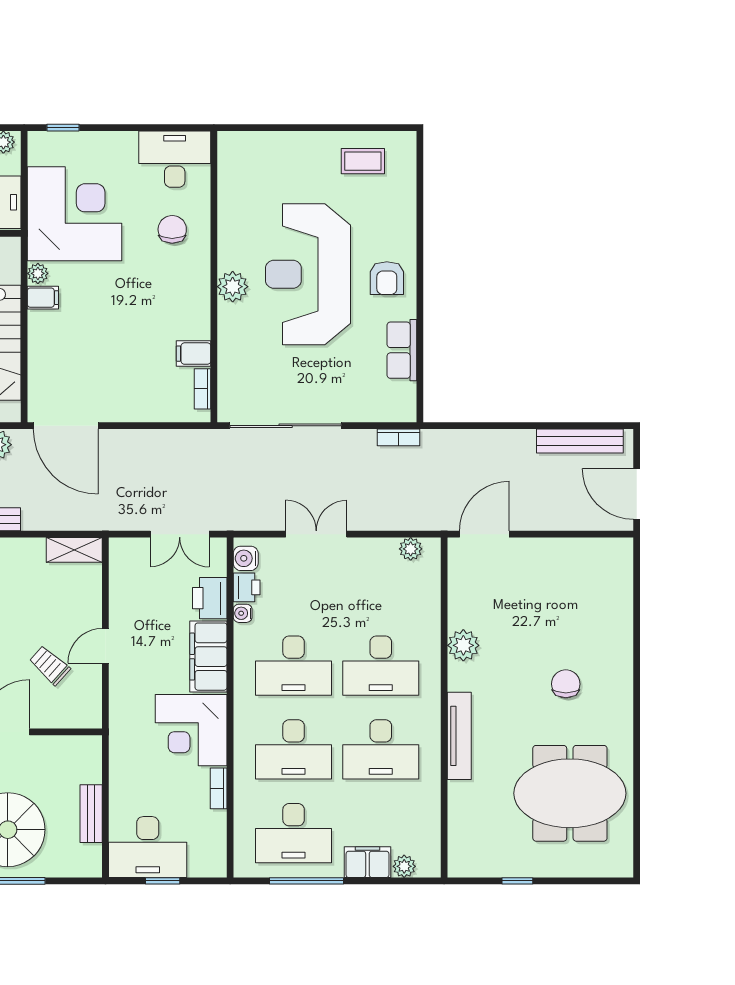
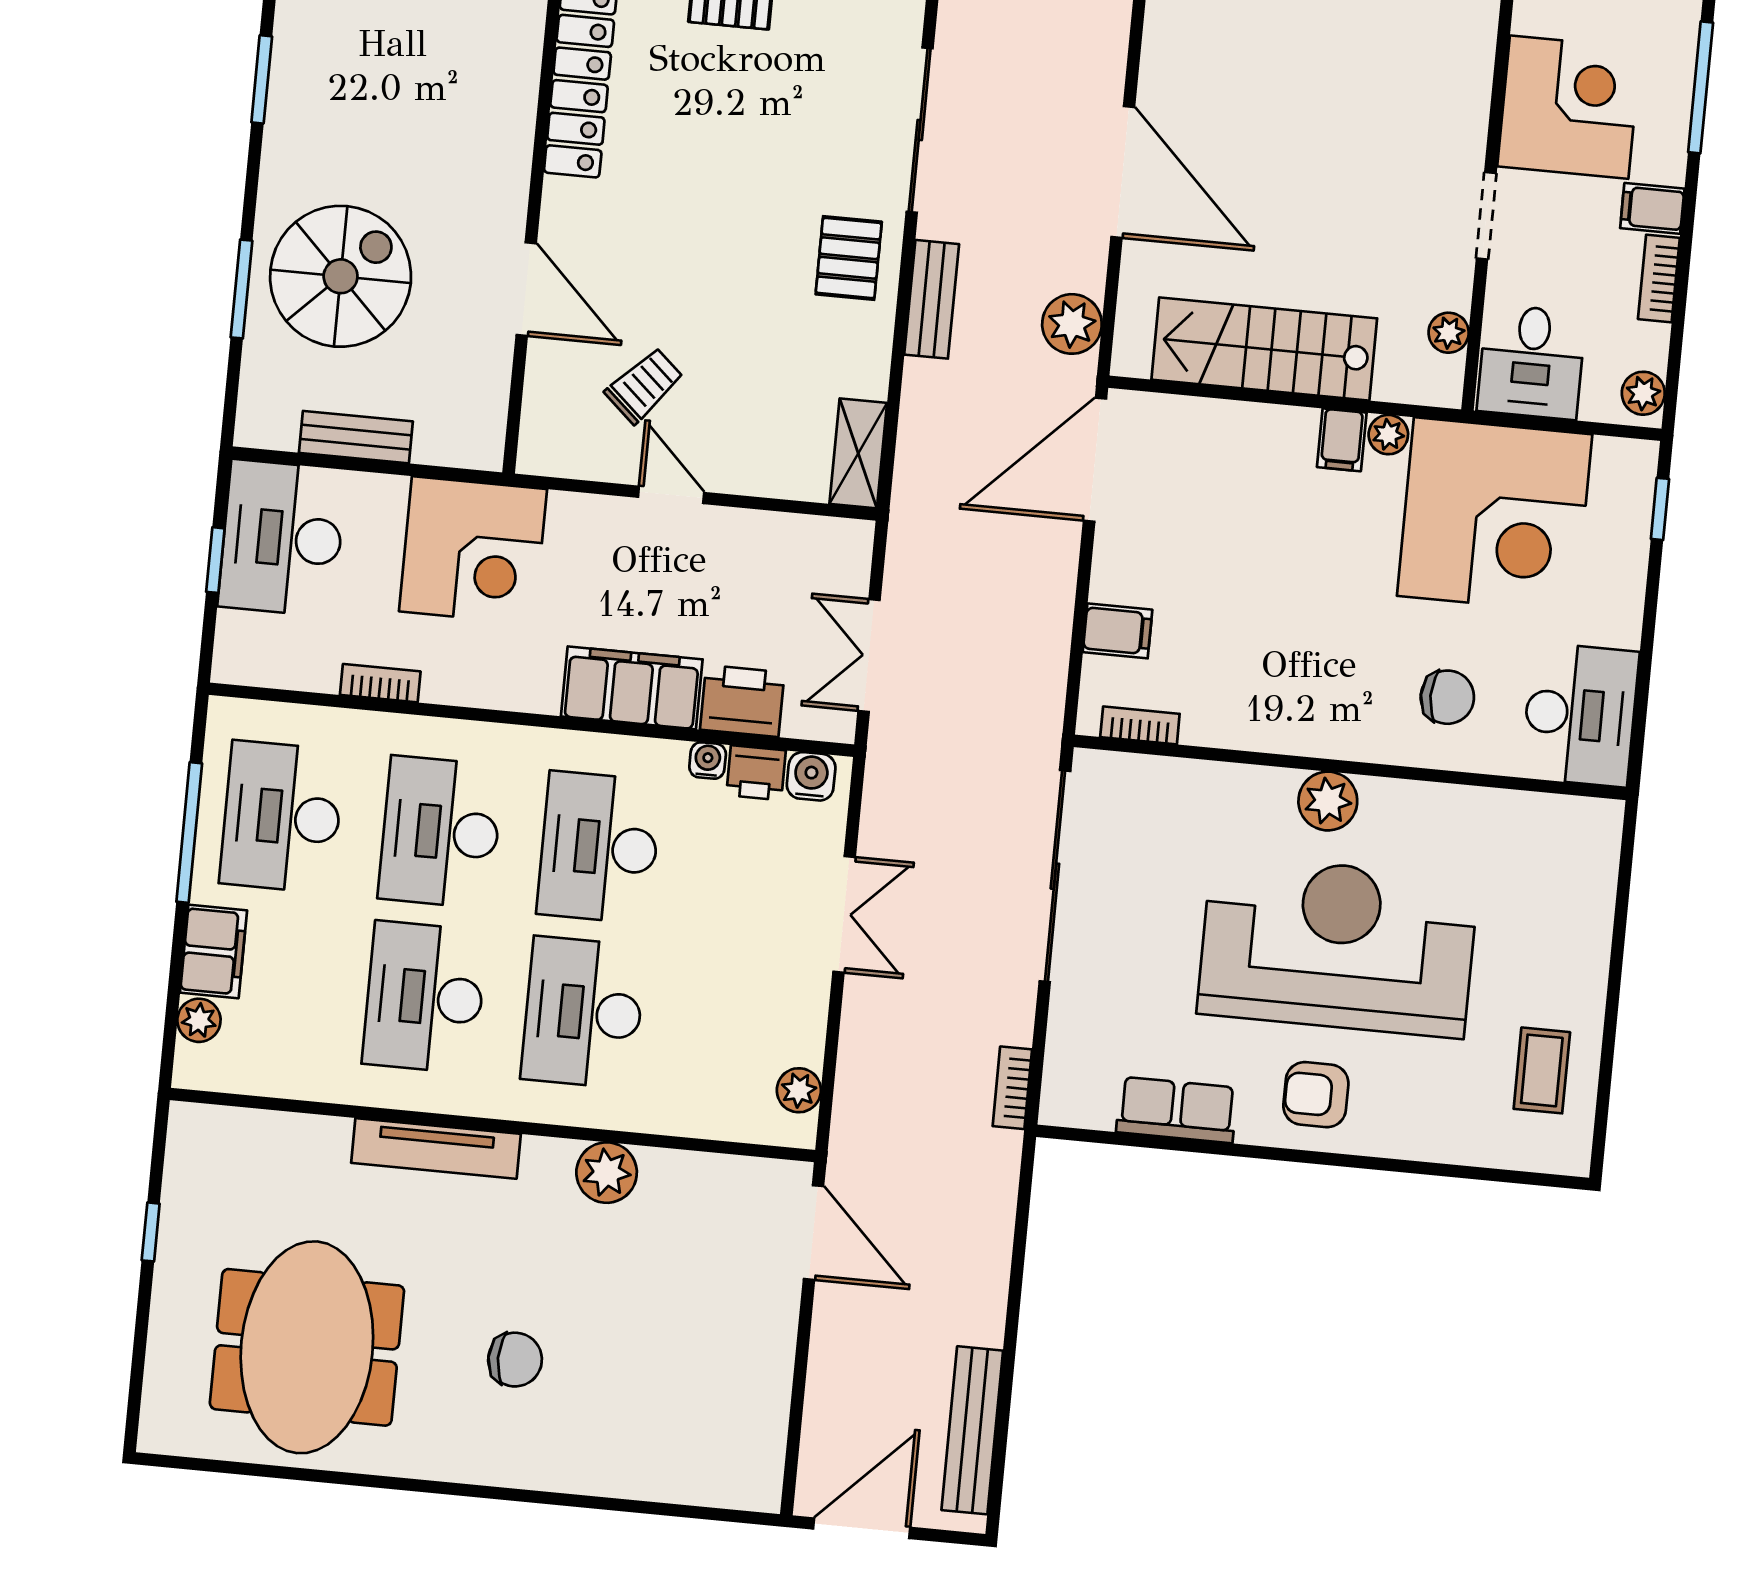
filing cabinet: (193, 354) -> (1118, 631), moved, turned 90
corner desk: (191, 730) -> (473, 550), moved, turned 180

